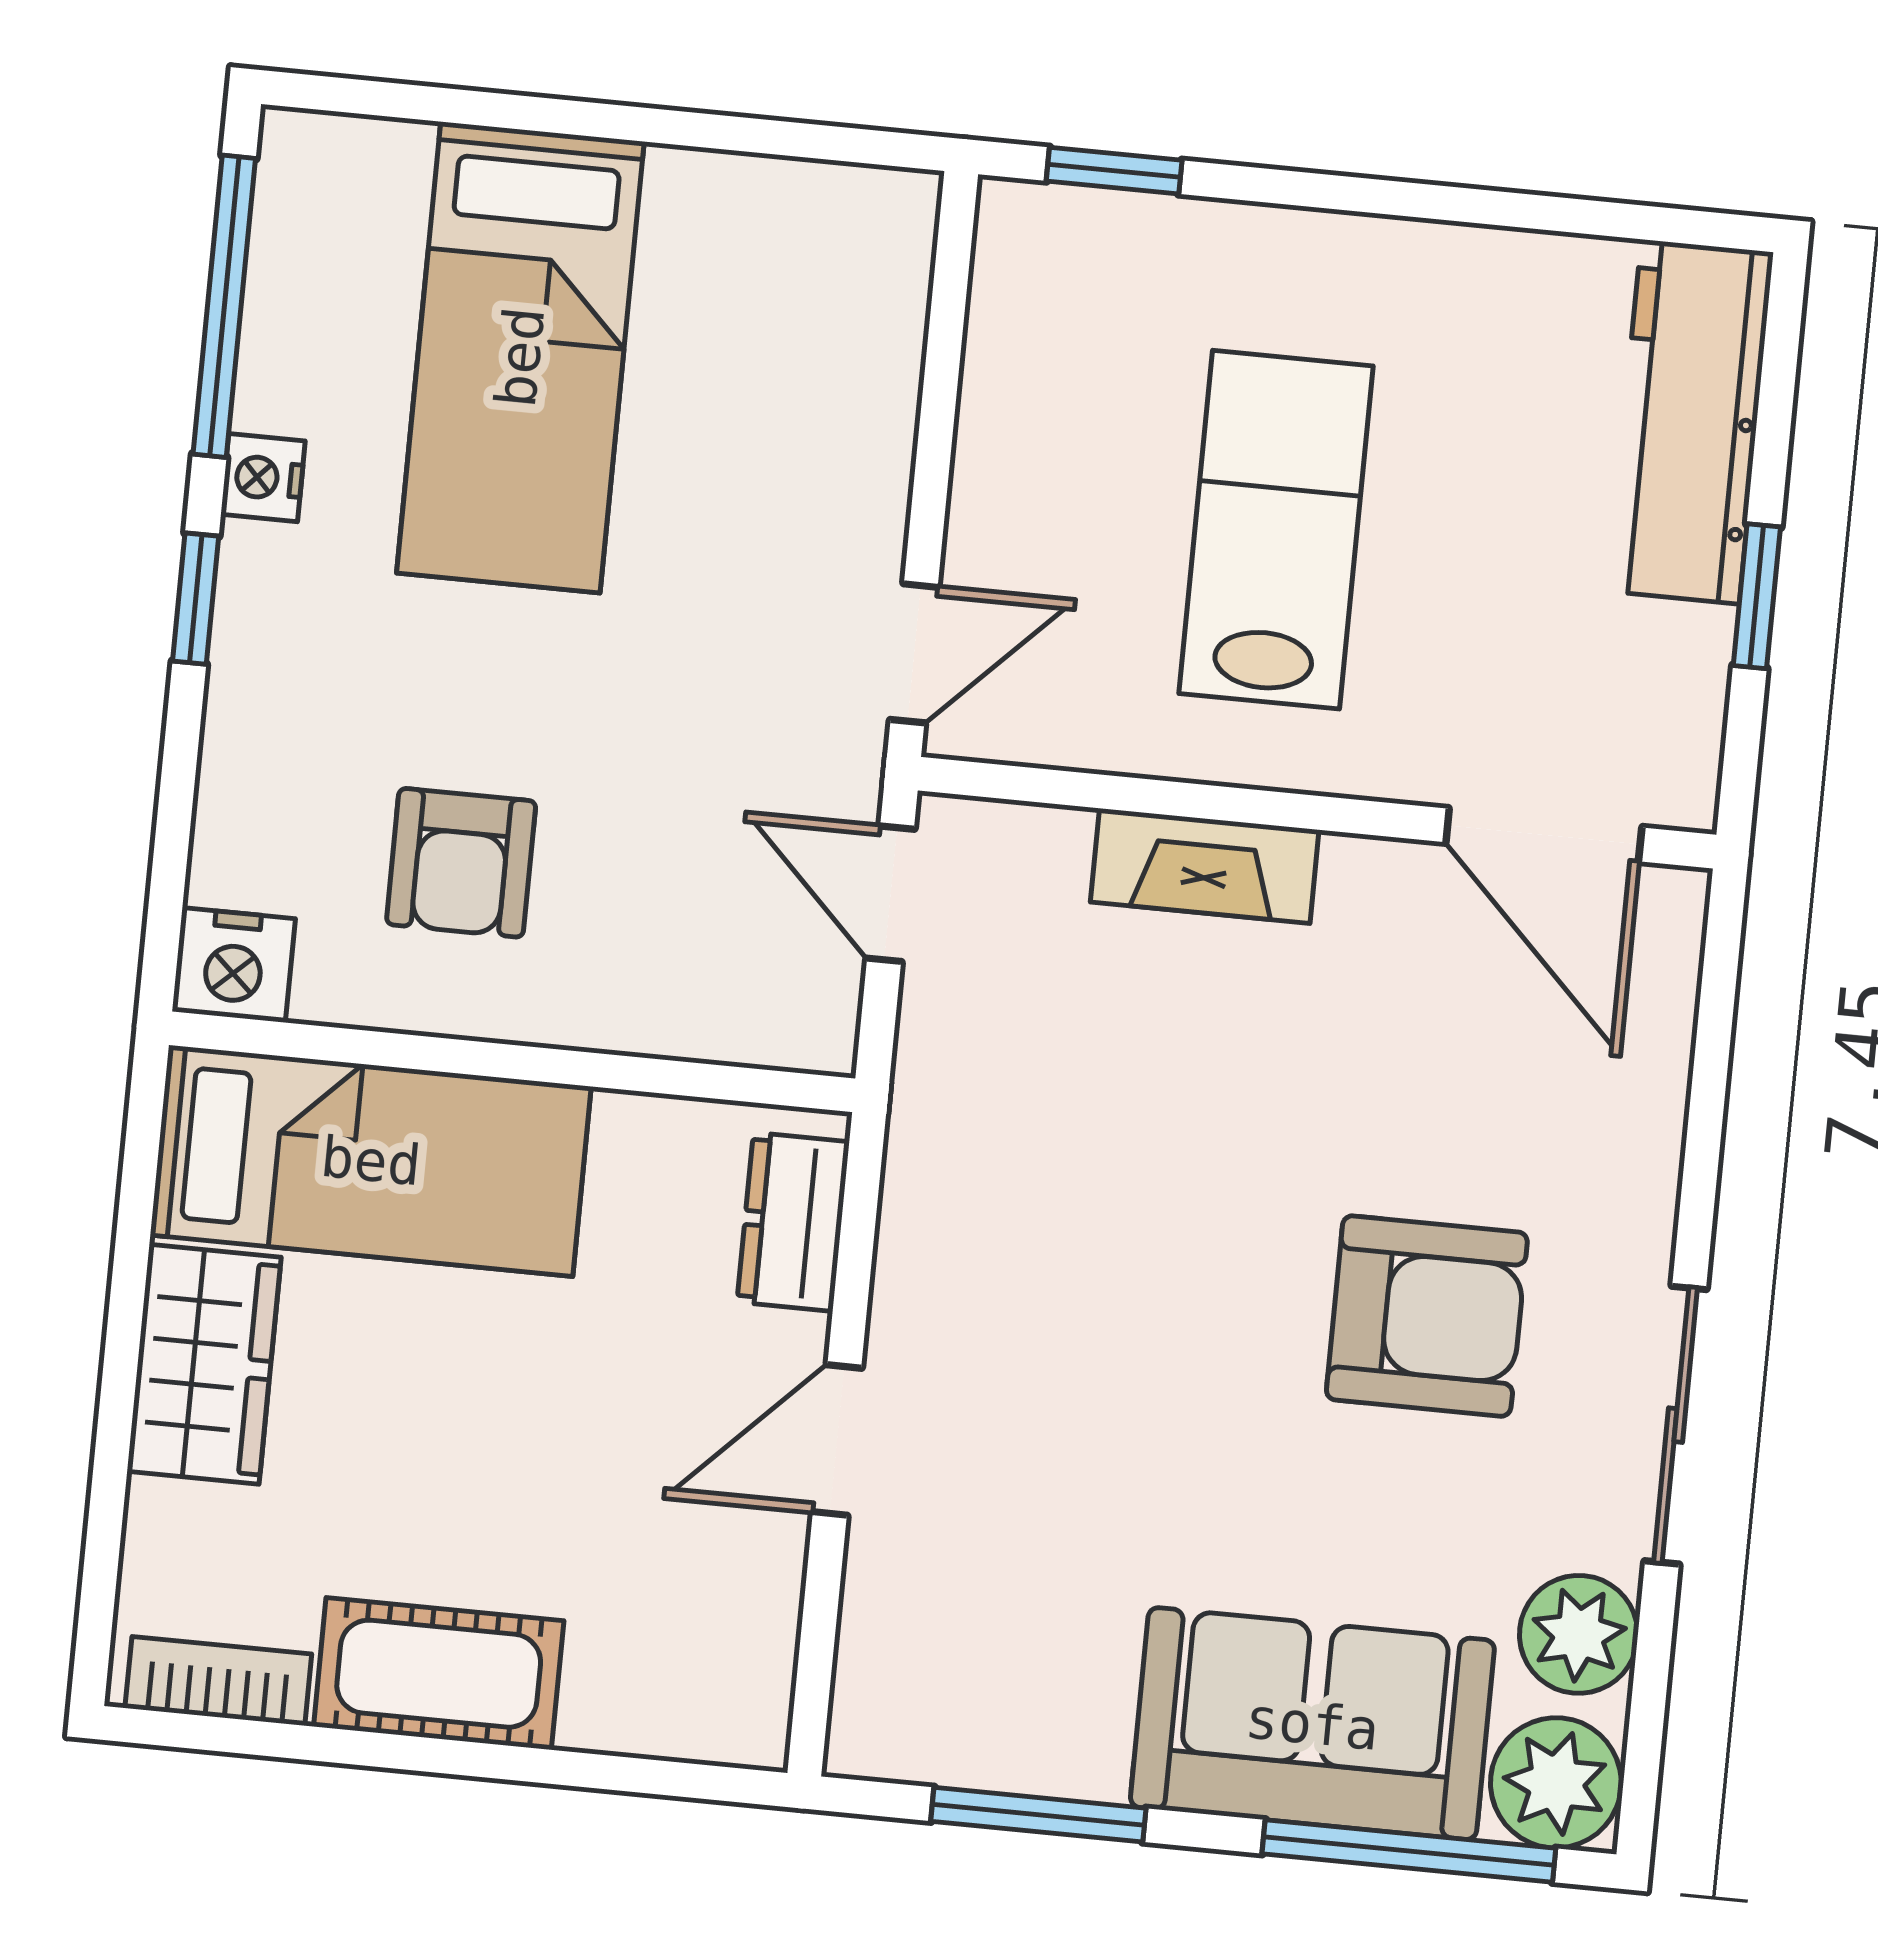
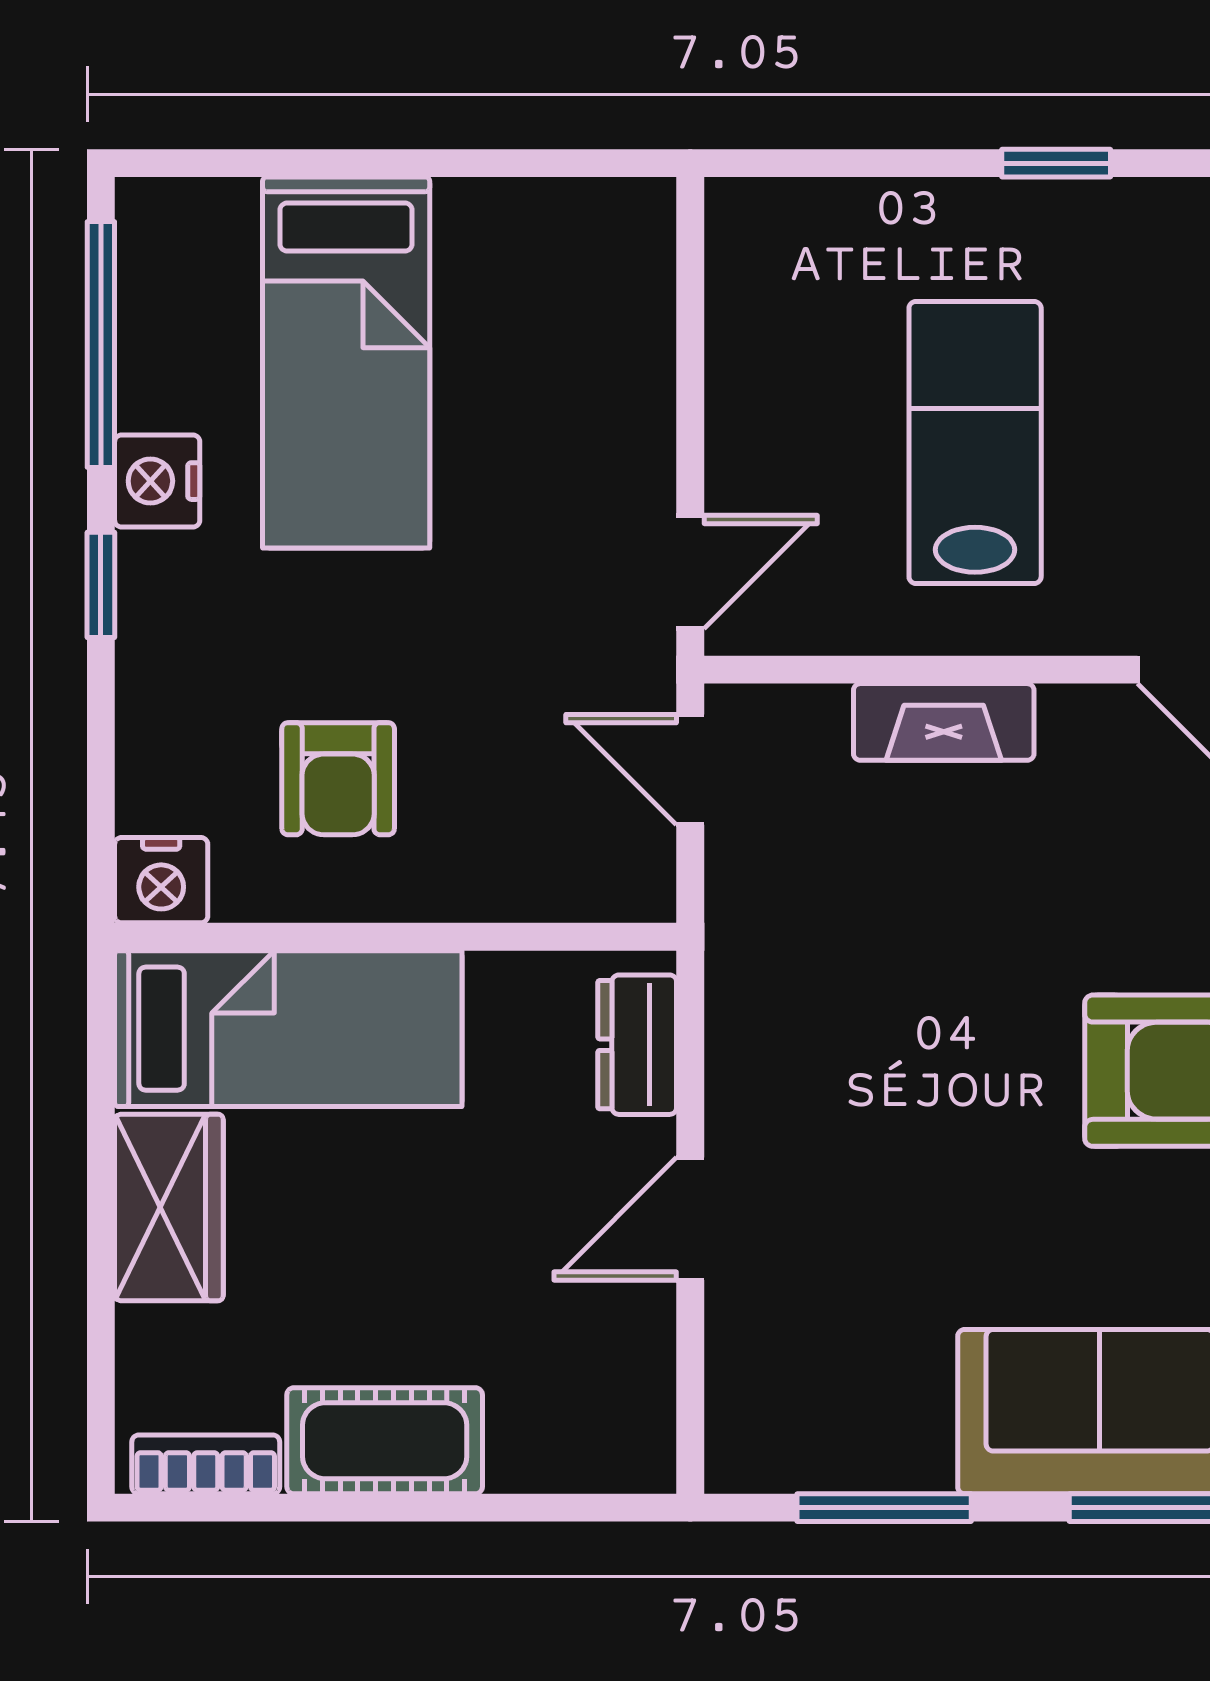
window: (1114, 171) -> (1056, 163), moved
nightstand: (263, 478) -> (157, 481), width x1.39, depth x1.35

